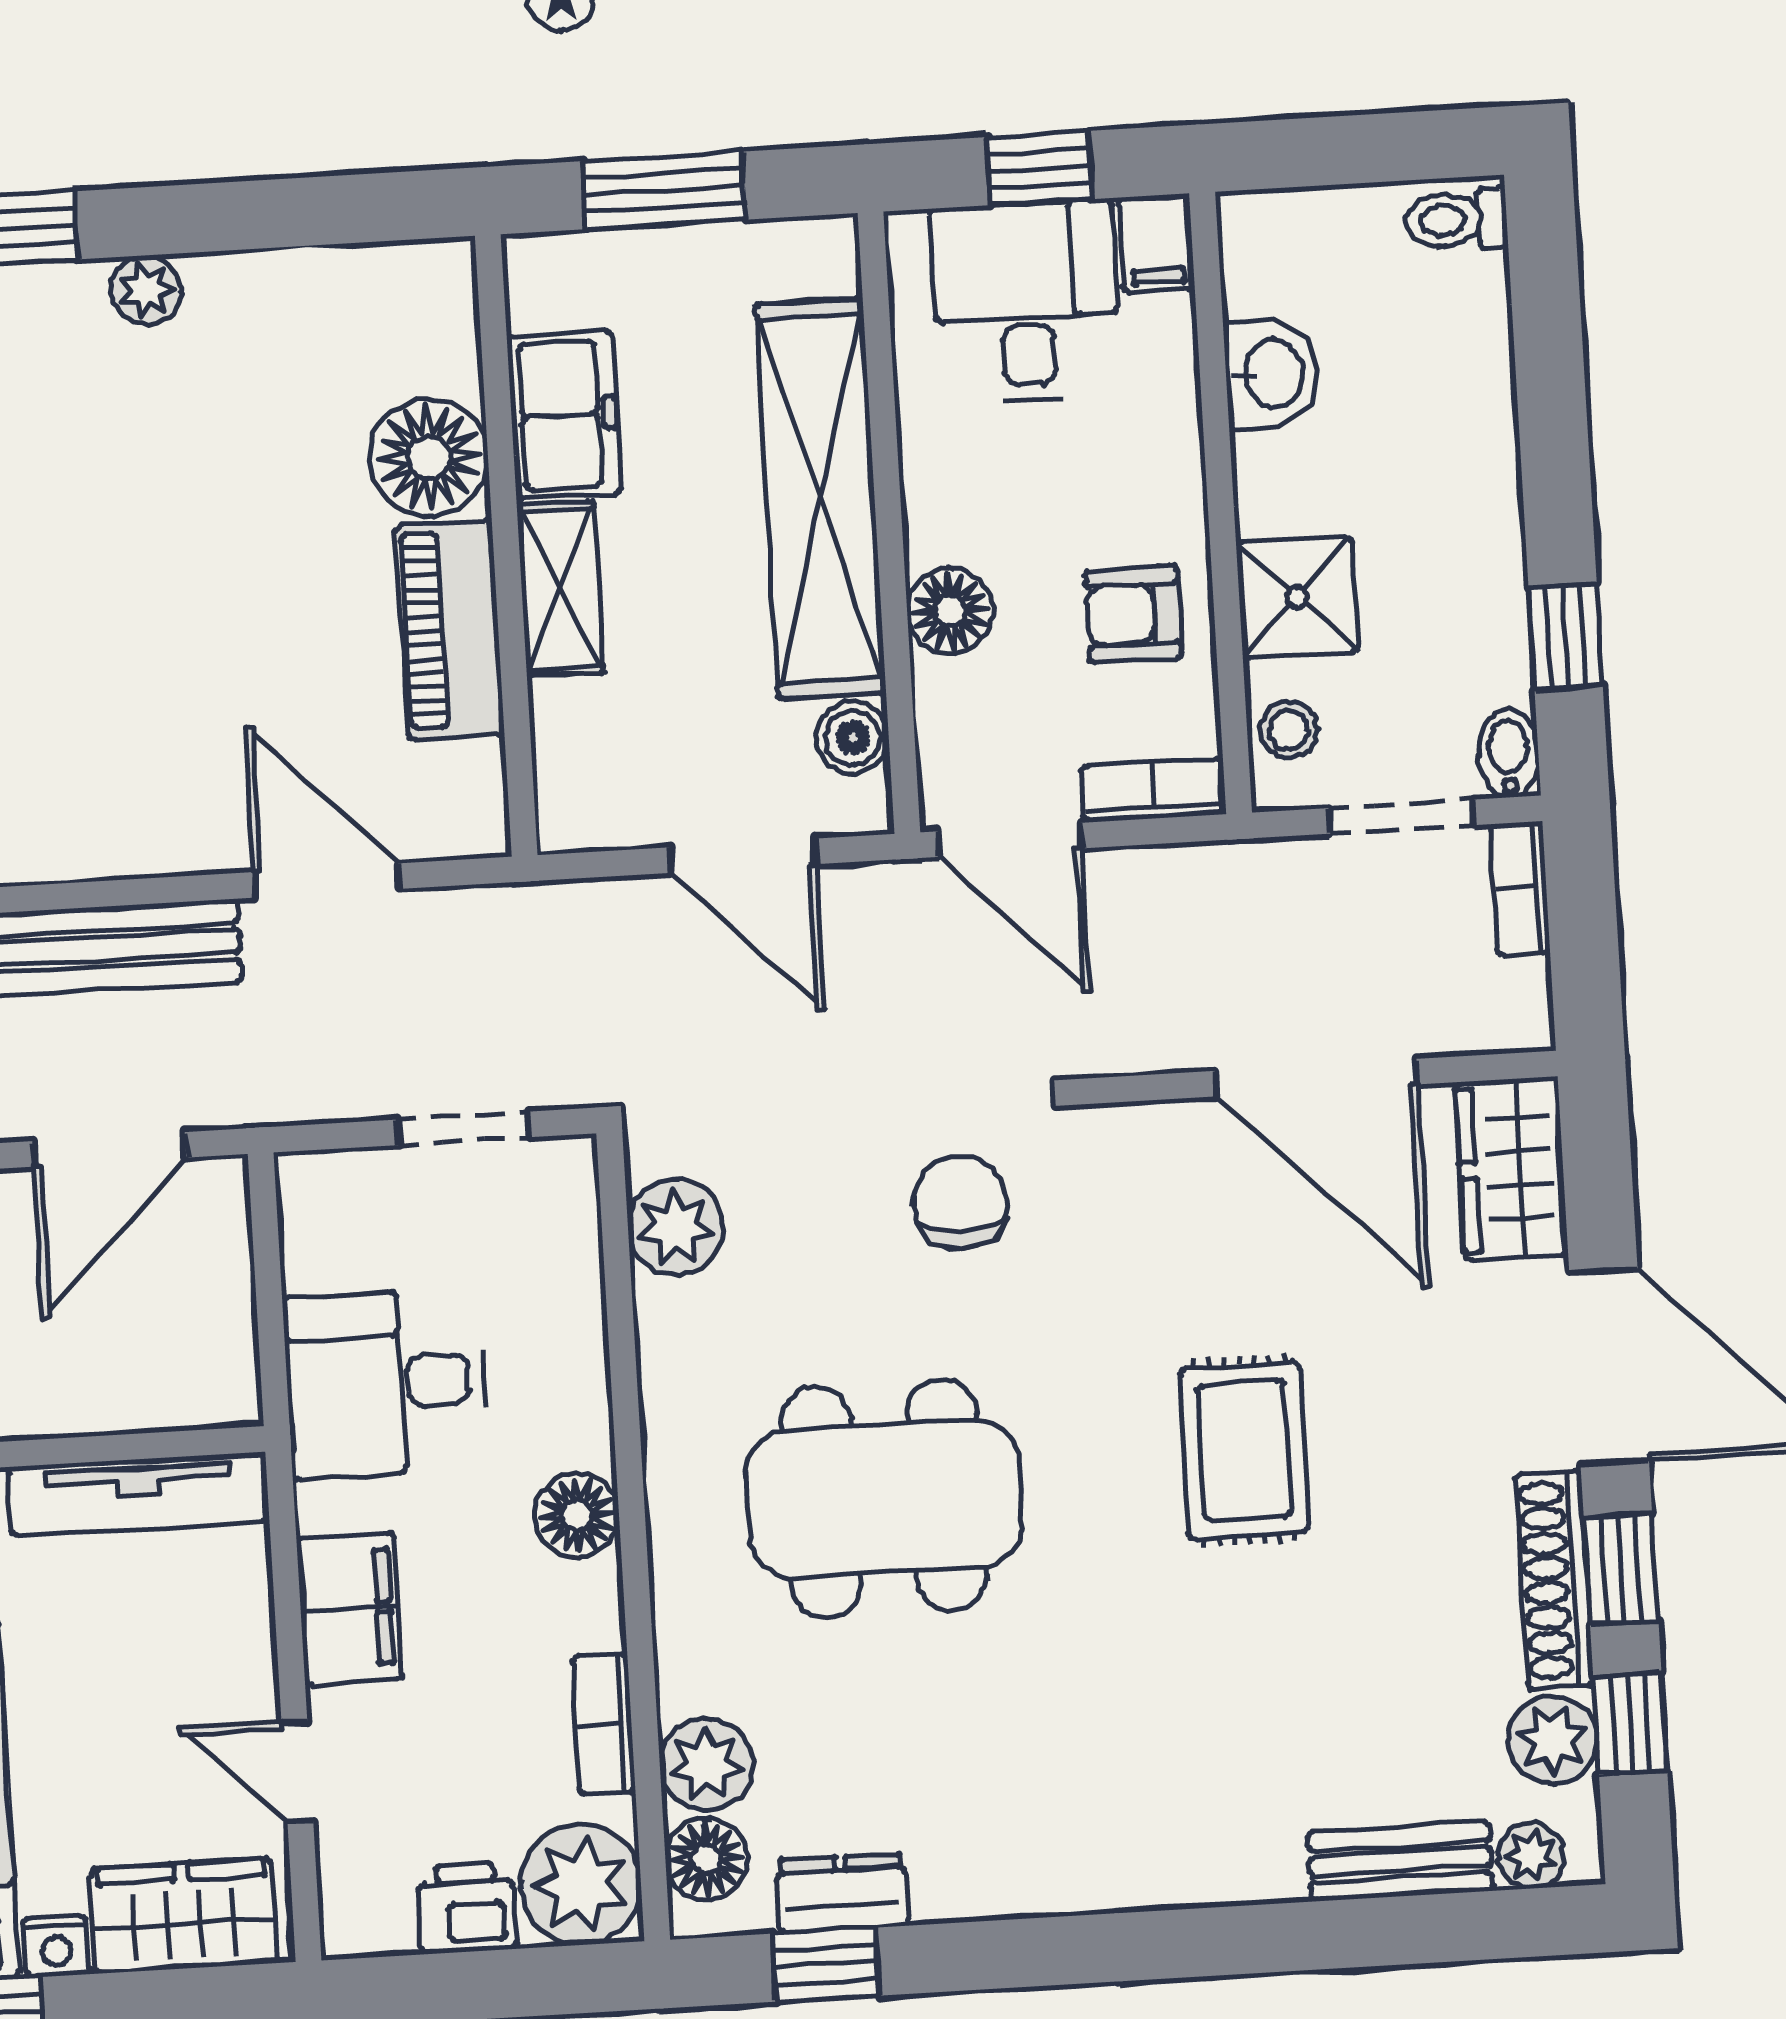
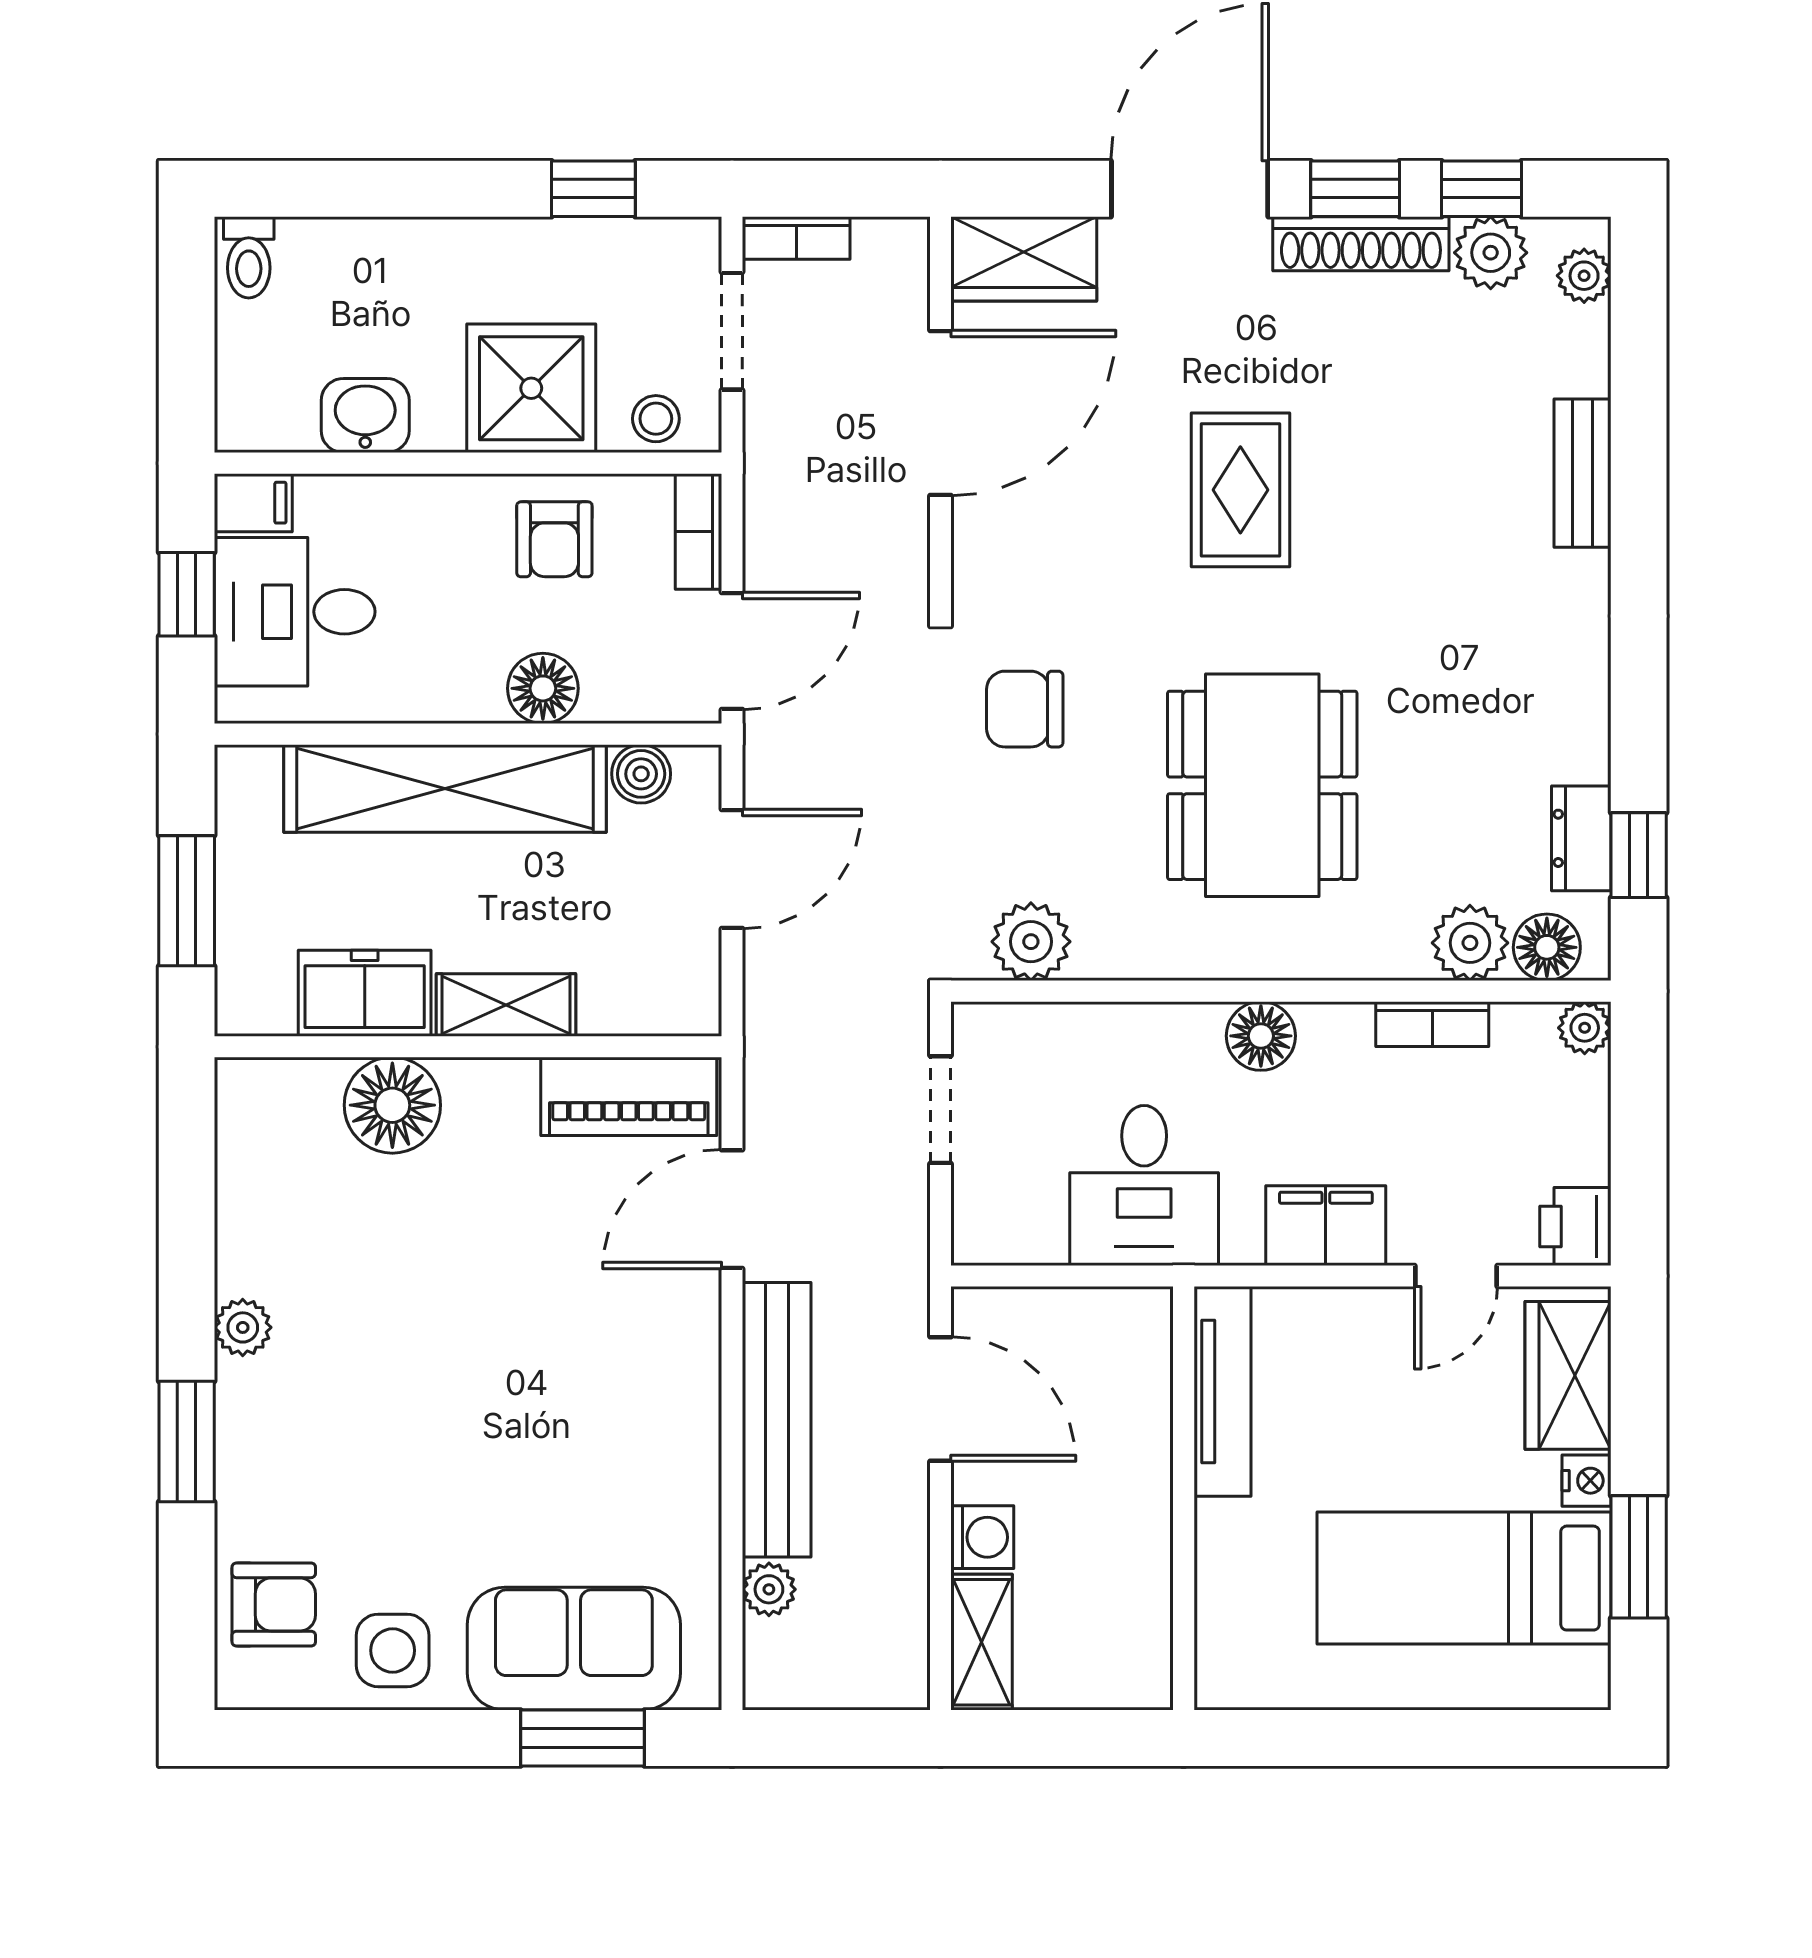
shower: (1297, 597) -> (531, 388), width x1.36, depth x1.36
piano: (450, 630) -> (629, 1096), moved
bidet: (1508, 753) -> (686, 241), removed
rug: (1244, 1451) -> (1240, 490), turned 90
bench: (1400, 1862) -> (1582, 473), moved
plant: (581, 1885) -> (1585, 1028), width x0.53, depth x0.53
printer: (467, 1908) -> (1575, 1227), moved

